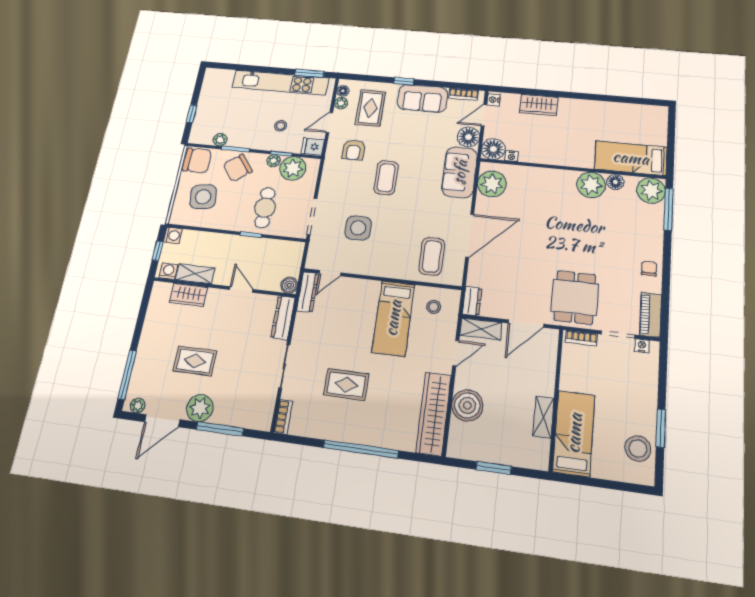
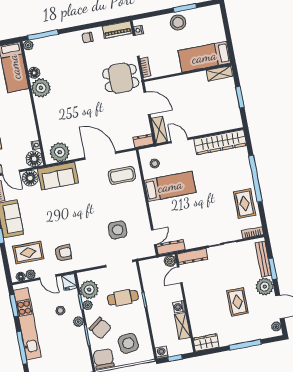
window: (253, 69) -> (22, 348), added
plant: (220, 140) -> (78, 322), moved
coffee table: (386, 178) -> (77, 224), removed
plant: (651, 191) -> (28, 45), width x0.53, depth x0.53
washing machine: (168, 271) -> (179, 307), moved
door: (330, 273) -> (154, 237), hinge flipped
door: (241, 289) -> (180, 275), moved
wardrobe: (189, 295) -> (206, 343), moved, turned -90
window: (127, 375) -> (245, 345), moved
rug: (346, 384) -> (245, 204), moved
boiler: (467, 405) -> (209, 124), removed
shelving: (543, 417) -> (219, 73), moved
bench: (239, 420) -> (263, 259), added
window: (220, 429) -> (273, 269), width x0.69
stool: (638, 449) -> (178, 22), moved

